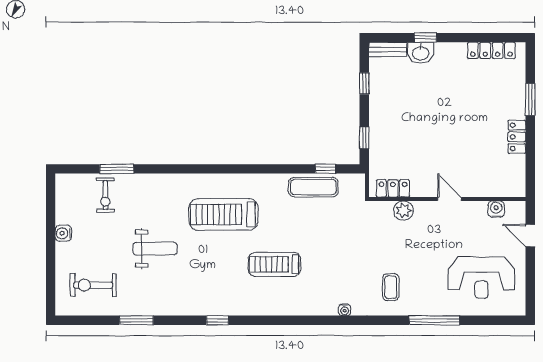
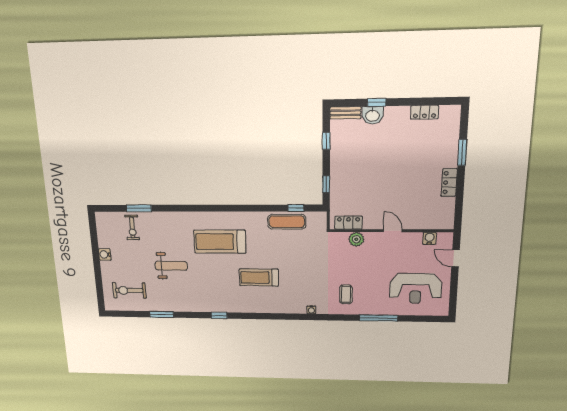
locker: (491, 50) -> (425, 112), width x0.66

